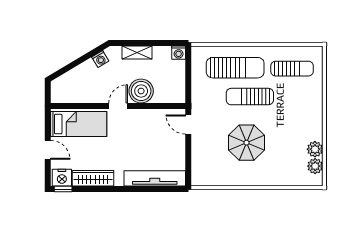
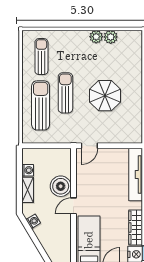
washing machine: (179, 53) -> (28, 170), moved
sun lounger: (250, 97) -> (65, 93), turned 180
door: (118, 106) -> (73, 206), hinge flipped
plant: (315, 166) -> (96, 37), moved

